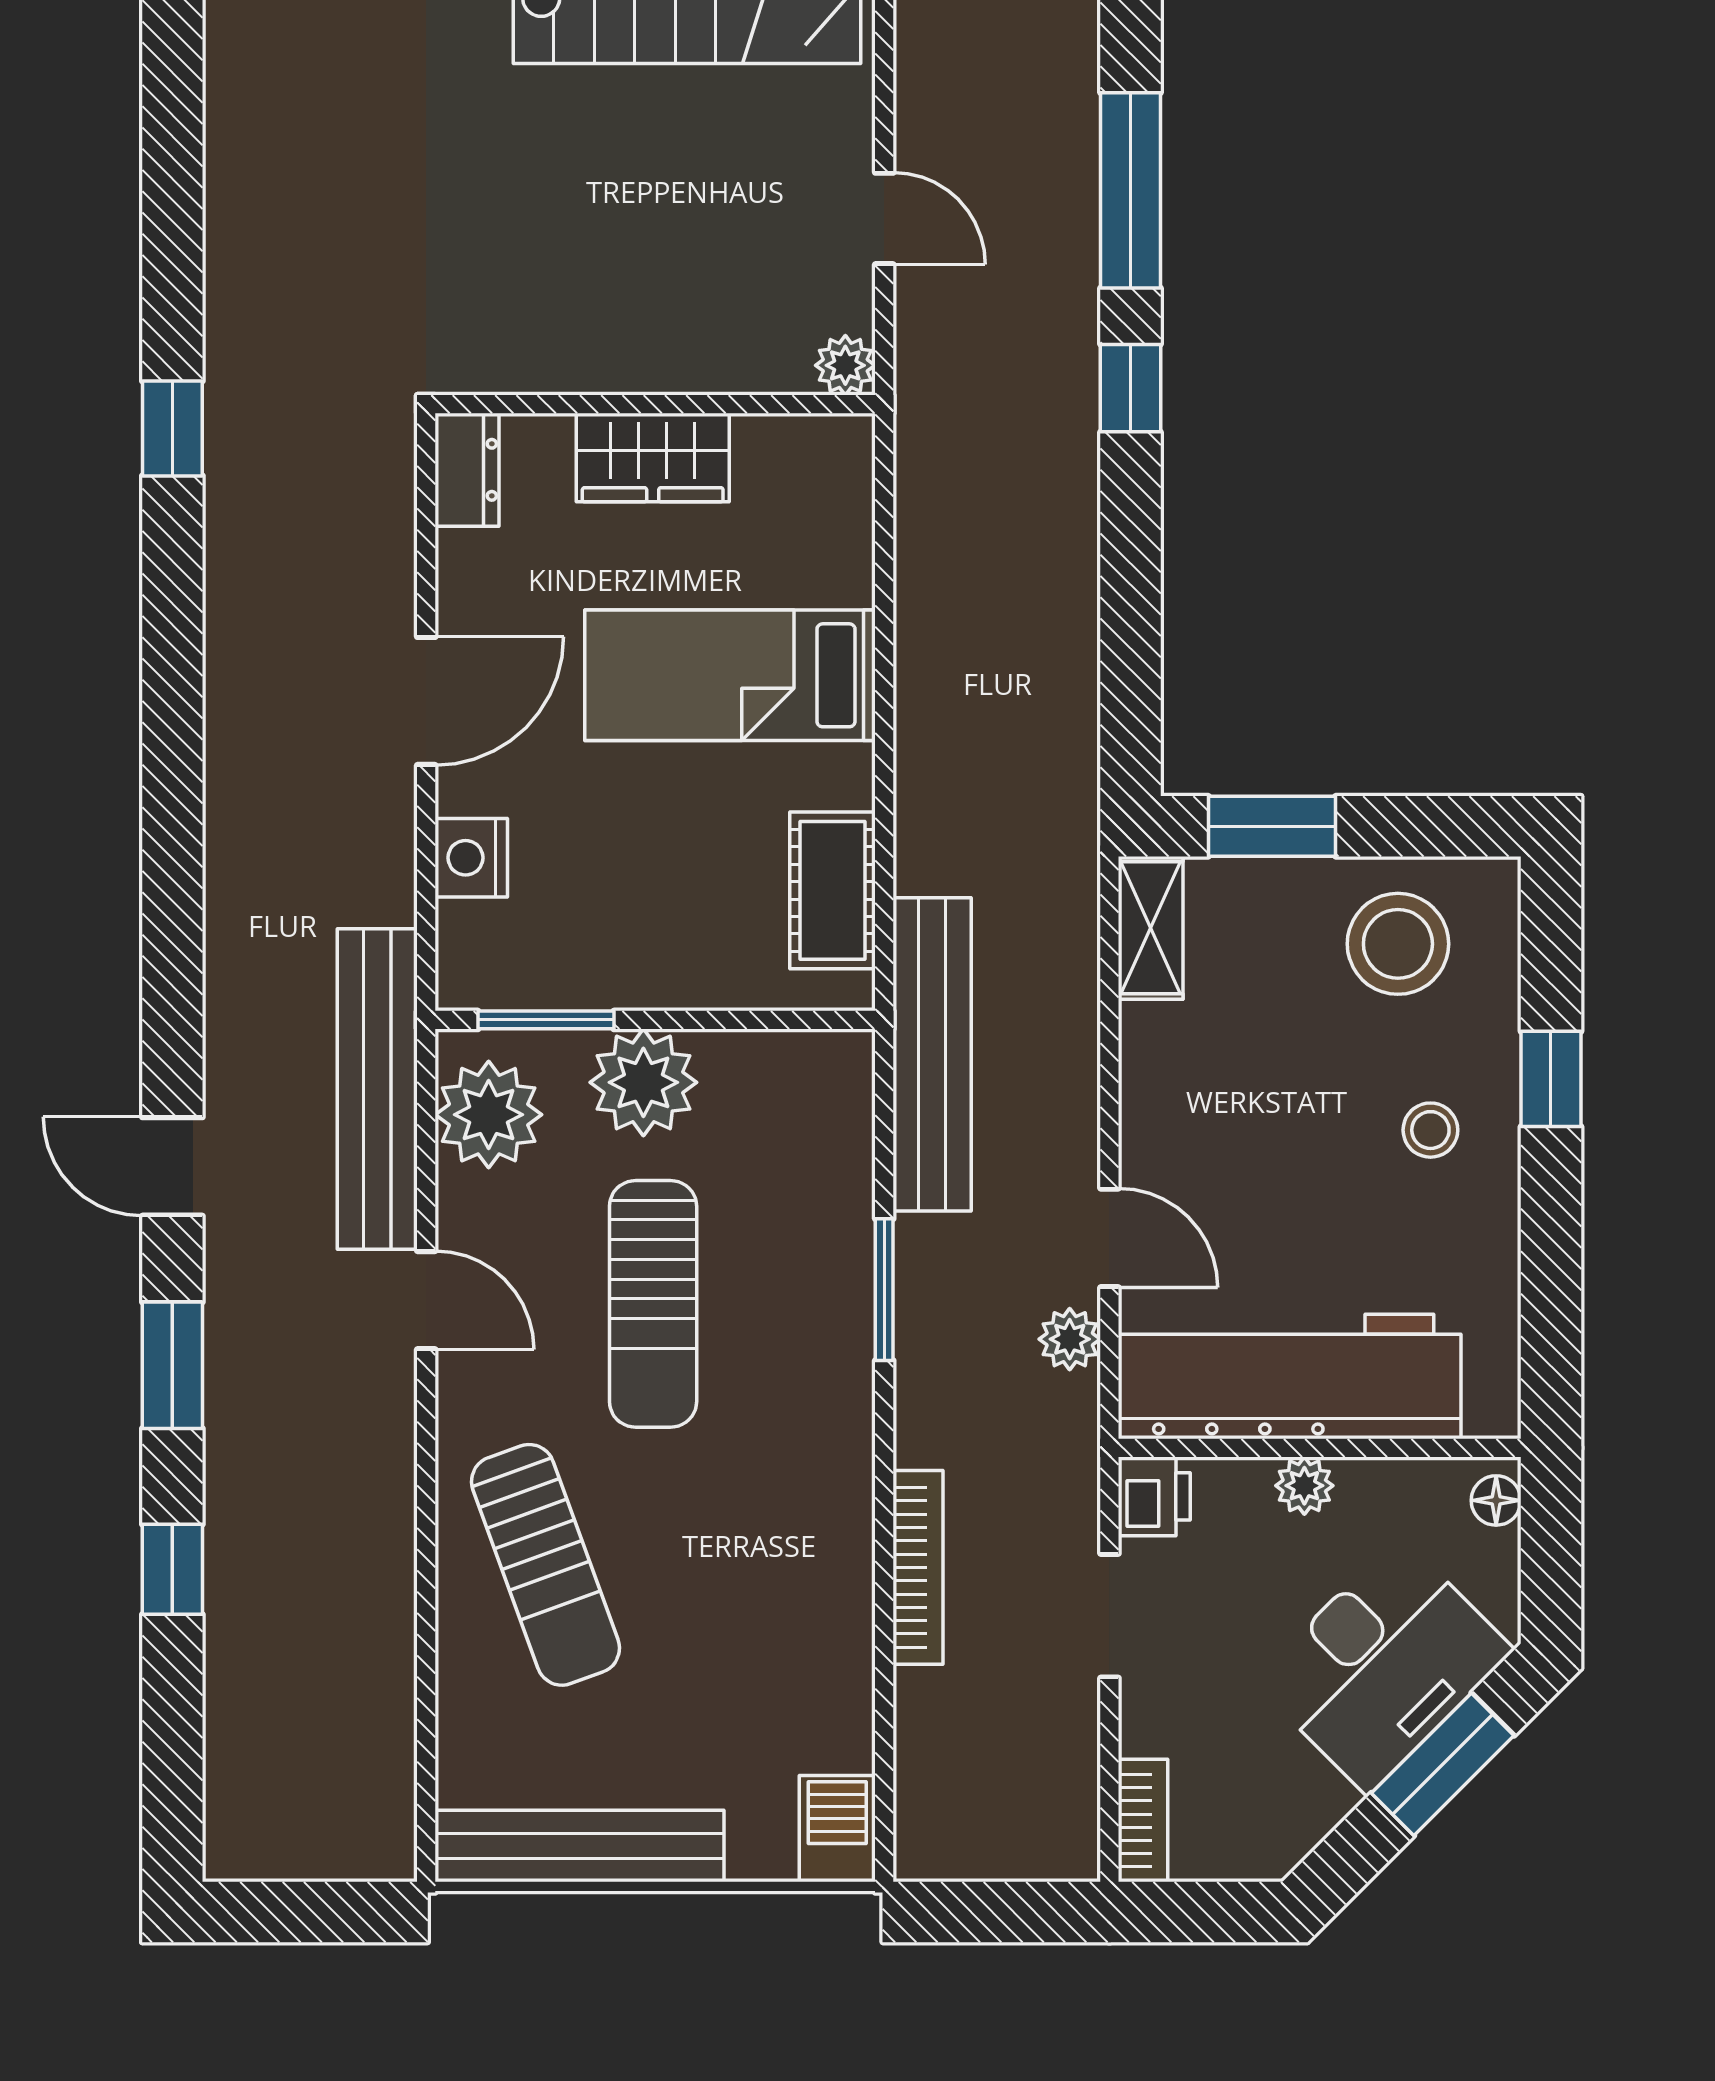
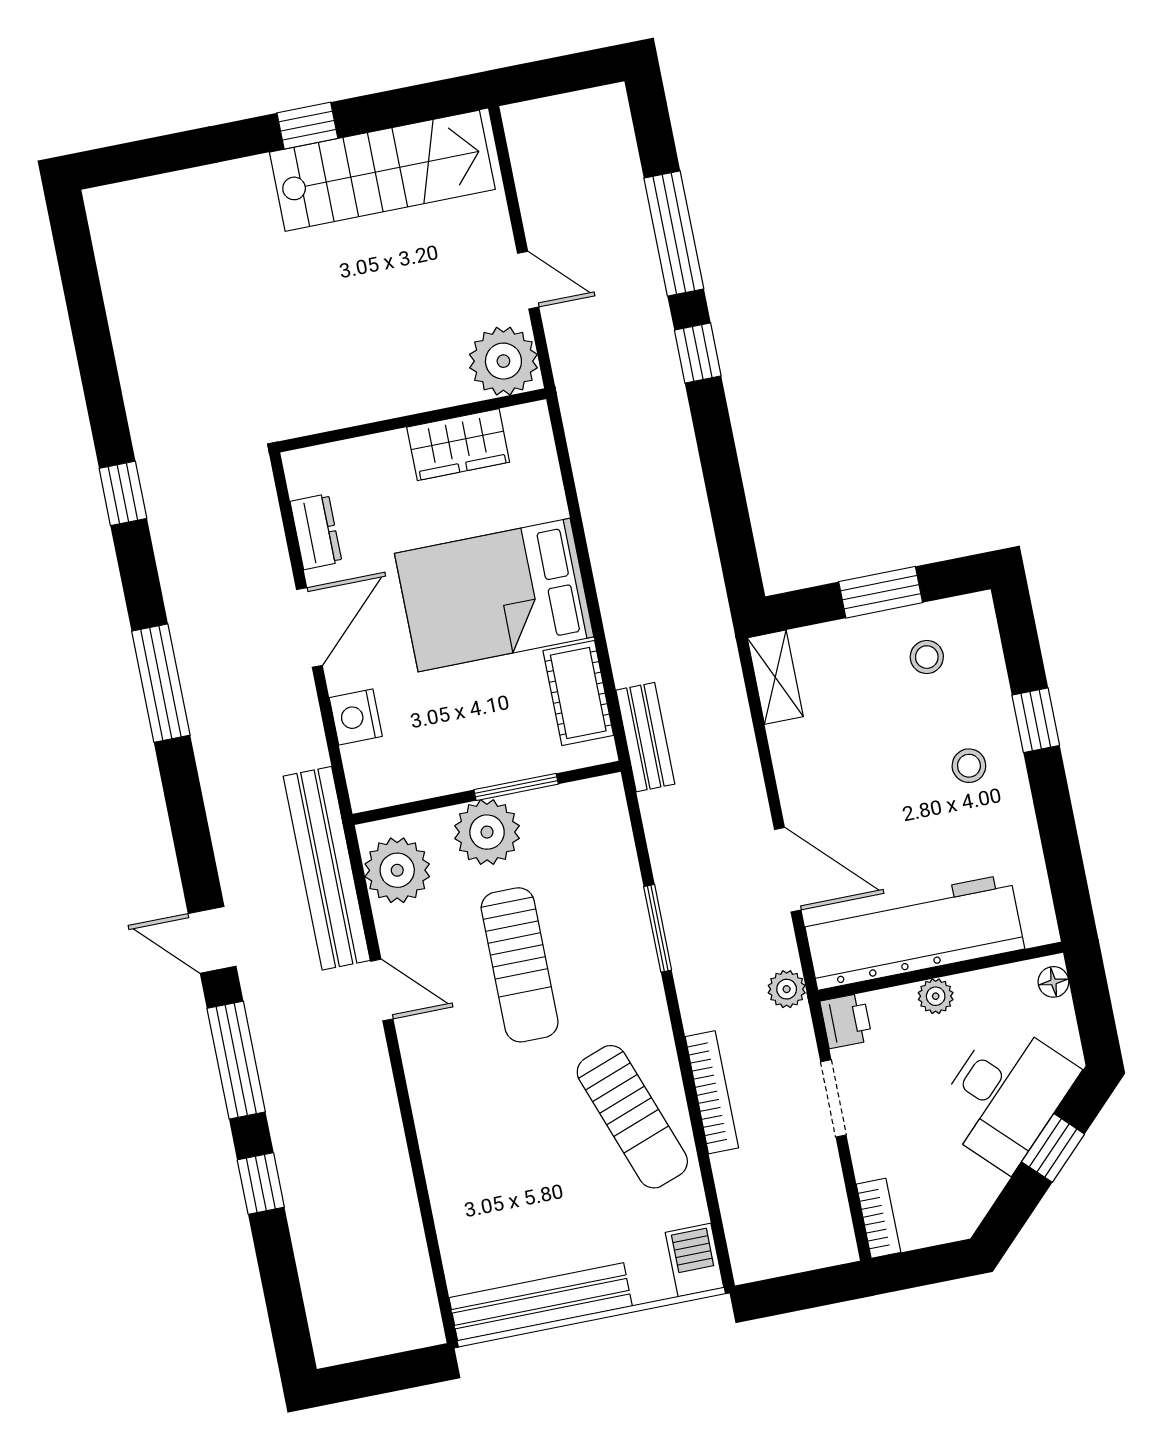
plant: (845, 365) -> (503, 361), width x1.87, depth x1.87
wardrobe: (653, 458) -> (458, 445), moved
dresser: (467, 470) -> (316, 532), moved
bed: (730, 675) -> (494, 595), width x1.50
window: (172, 742) -> (161, 683), added
window: (1272, 826) -> (881, 592), moved
stool: (1398, 944) -> (927, 657), width x0.53, depth x0.53
window: (546, 1020) -> (516, 787), moved
bench: (932, 1054) -> (645, 737), width x0.54, depth x0.82
door: (1109, 1238) -> (788, 870), width x1.38
plant: (1070, 1339) -> (787, 989), moved
window: (172, 1365) -> (236, 1060), width x1.44
sun lounger: (545, 1565) -> (632, 1117), moved
window: (1443, 1764) -> (1053, 1148), width x0.67

